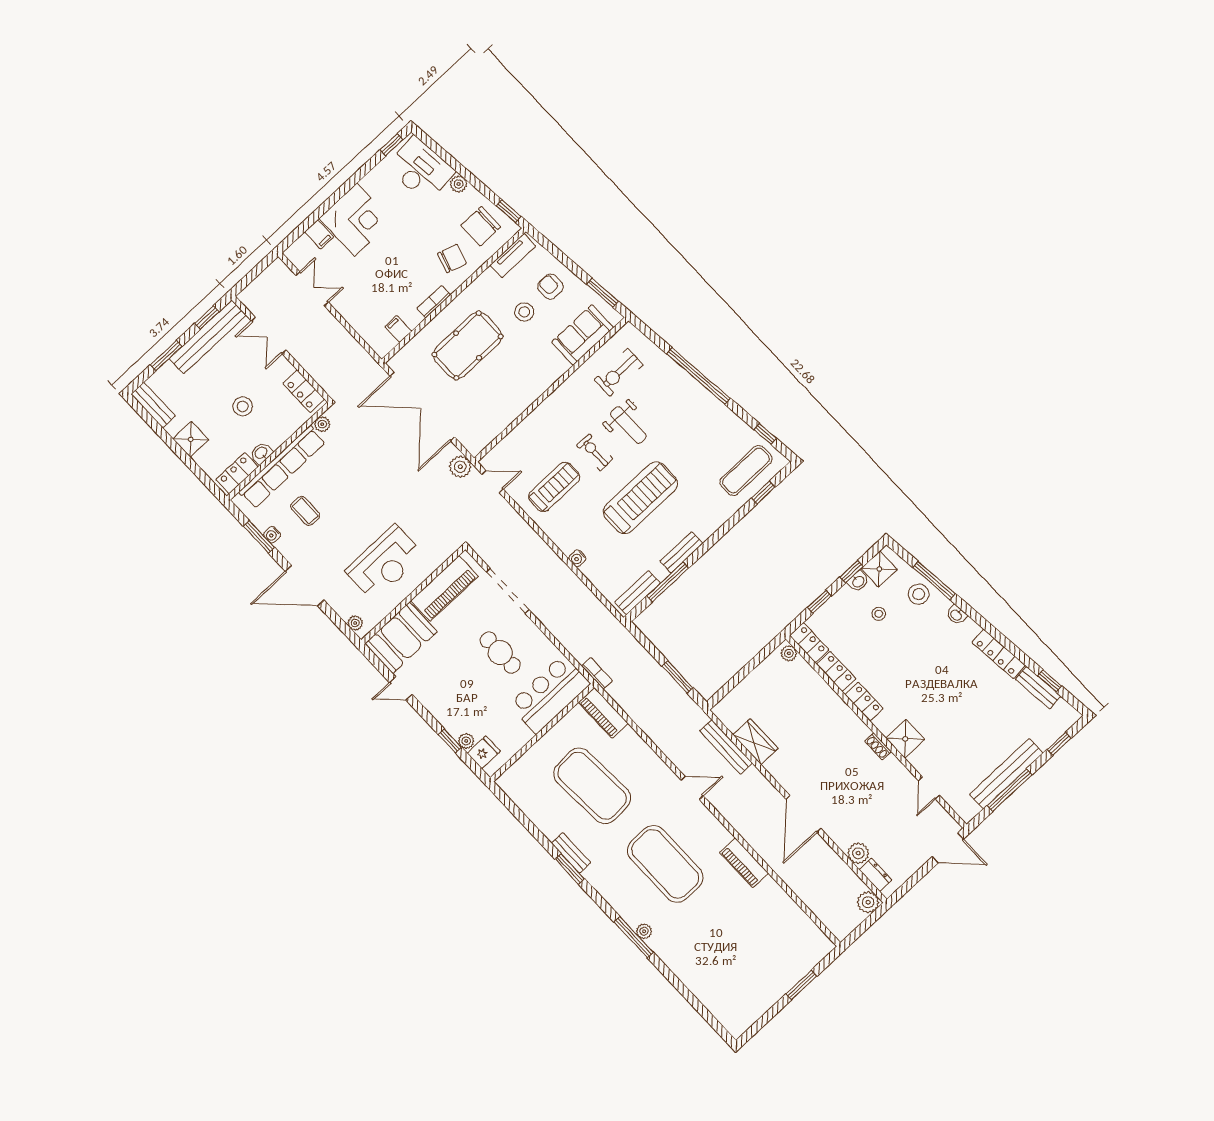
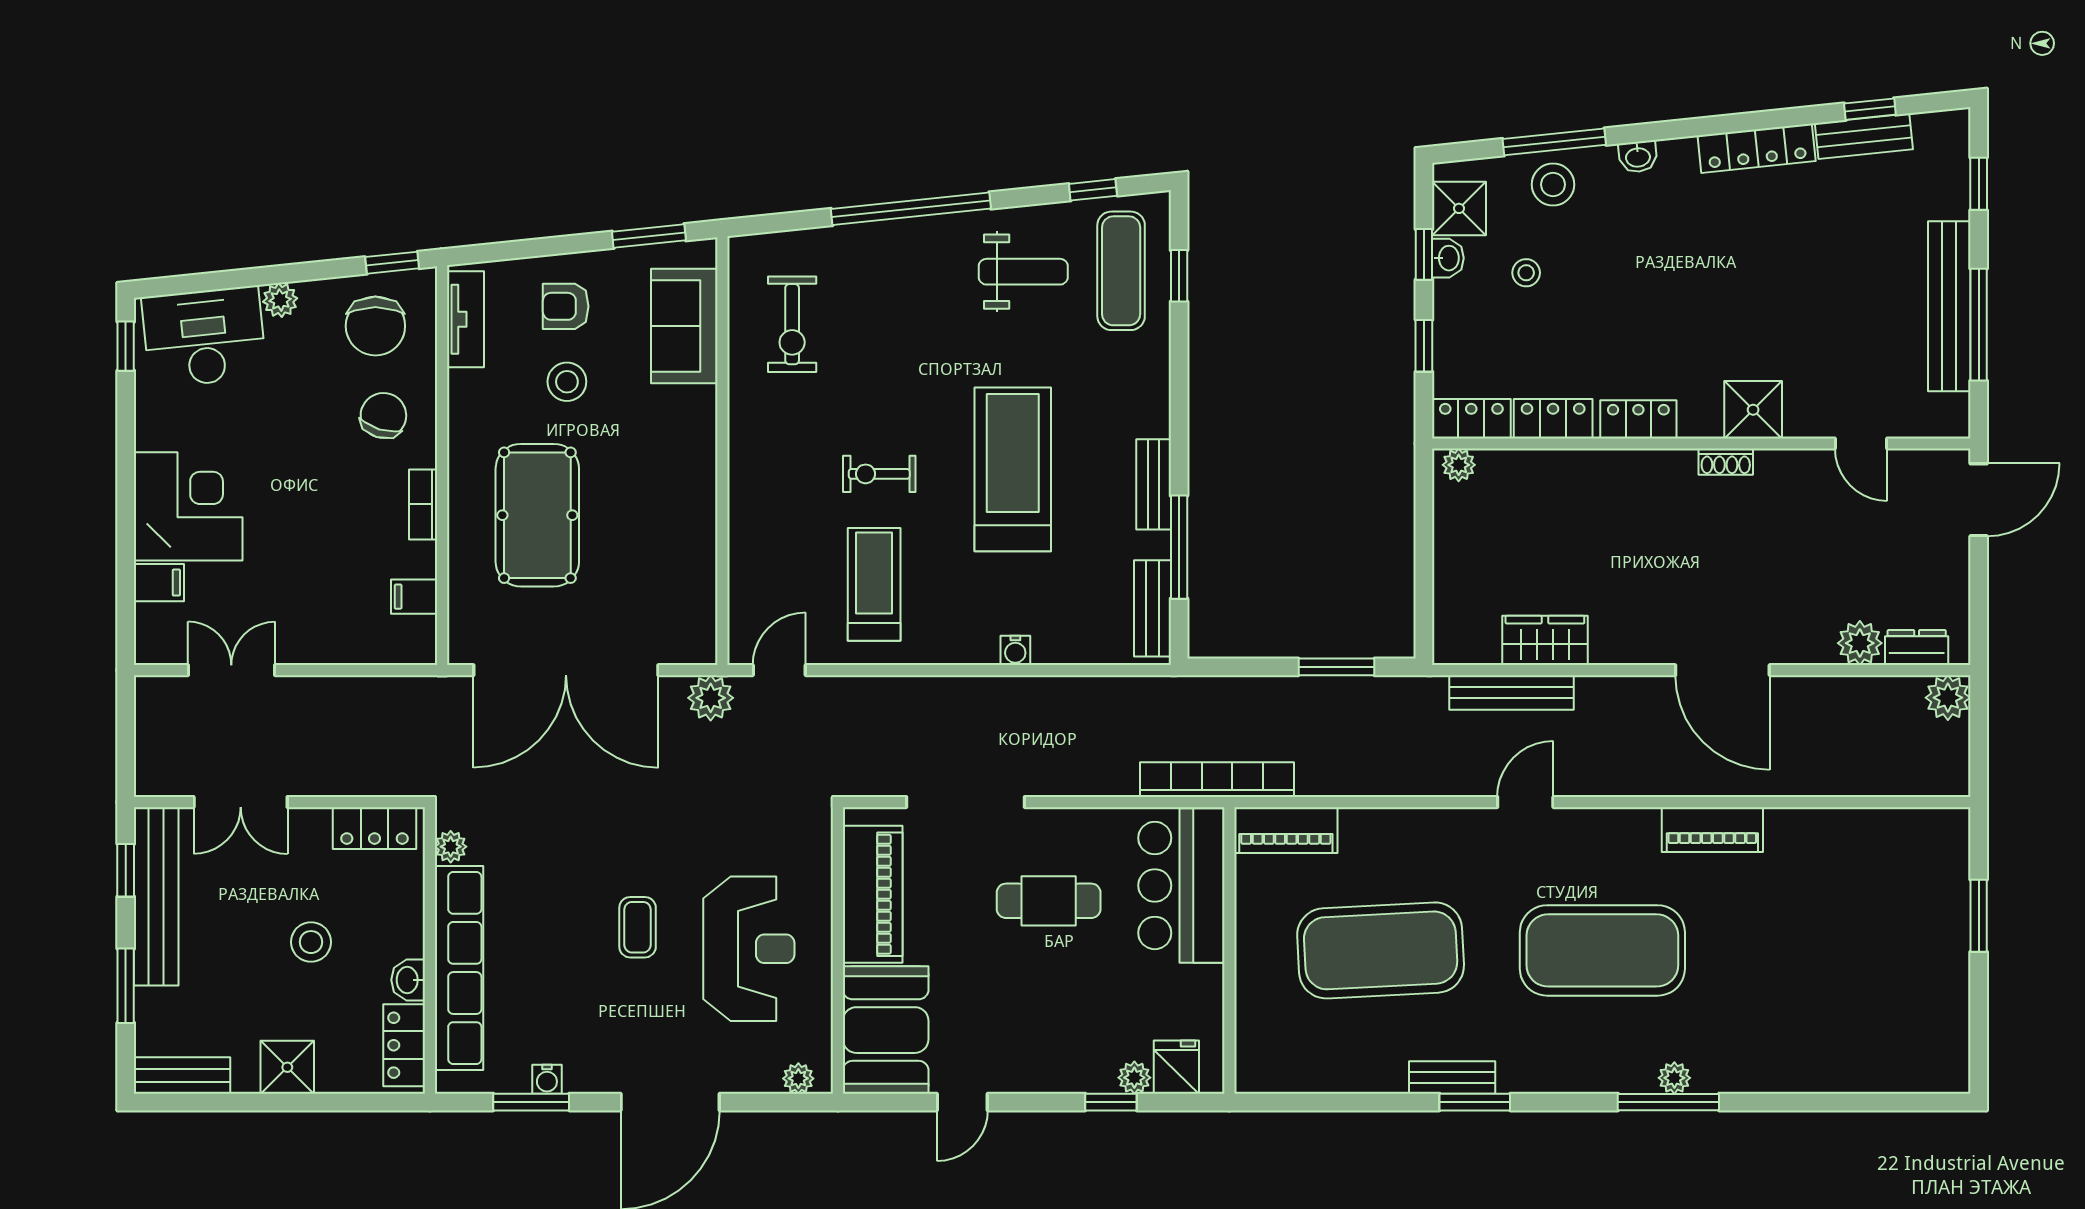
weight bench: (628, 425) -> (1023, 272), moved
coffee table: (305, 511) -> (638, 927), moved, turned 90
bookcase: (597, 673) -> (1217, 780), width x2.31, depth x1.31

